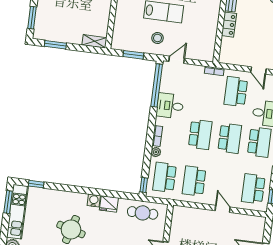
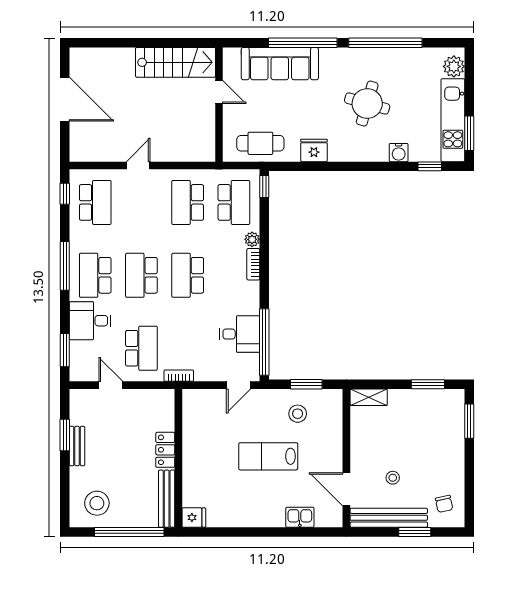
stool: (157, 38) -> (298, 414), moved
desk: (170, 106) -> (240, 334), moved
school desk: (194, 181) -> (188, 202), turned 180
water cooler: (94, 201) -> (399, 153), moved
door: (223, 209) -> (138, 165), swing flipped

